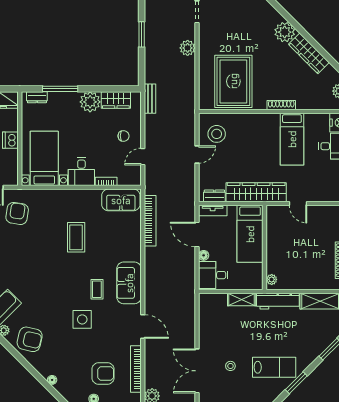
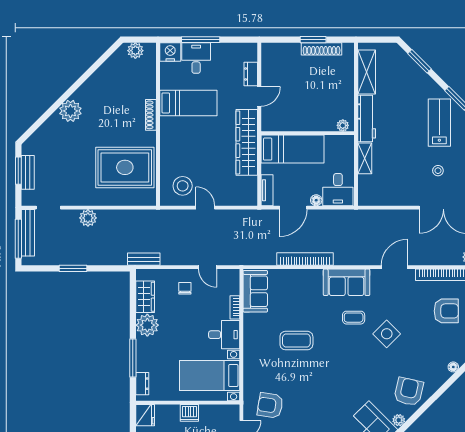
wardrobe: (309, 53) -> (94, 84), removed
dresser: (214, 196) -> (251, 74), moved
bookcase: (150, 221) -> (305, 259), moved
side table: (82, 319) -> (387, 334), turned 45
armchair: (103, 374) -> (446, 311), turned 90

